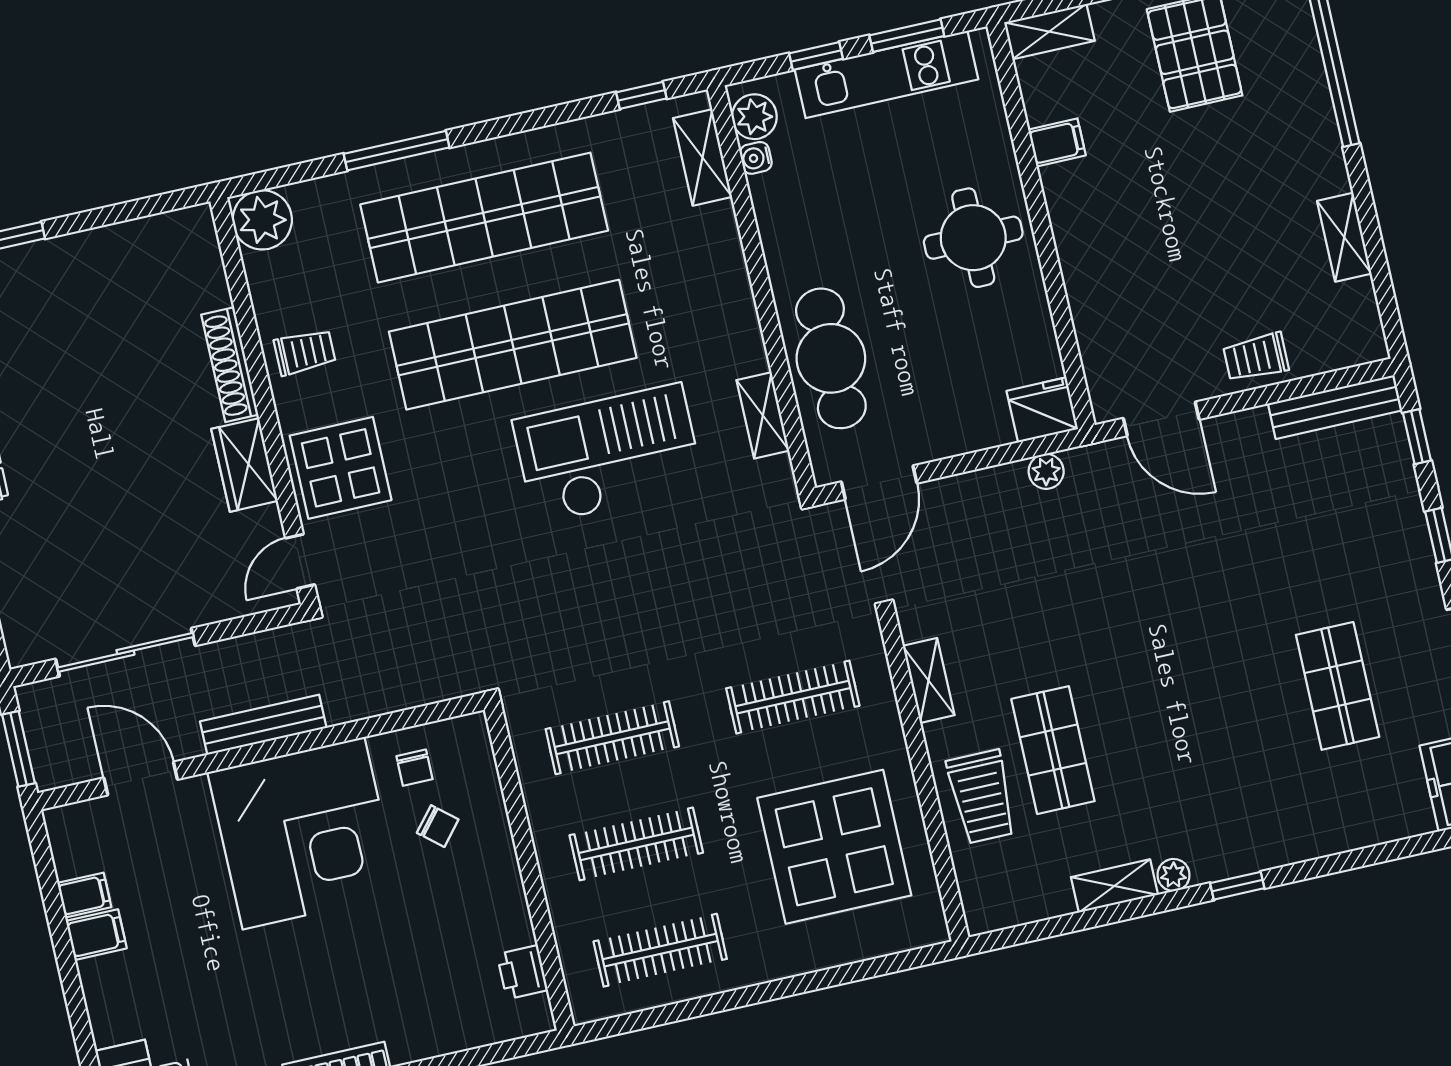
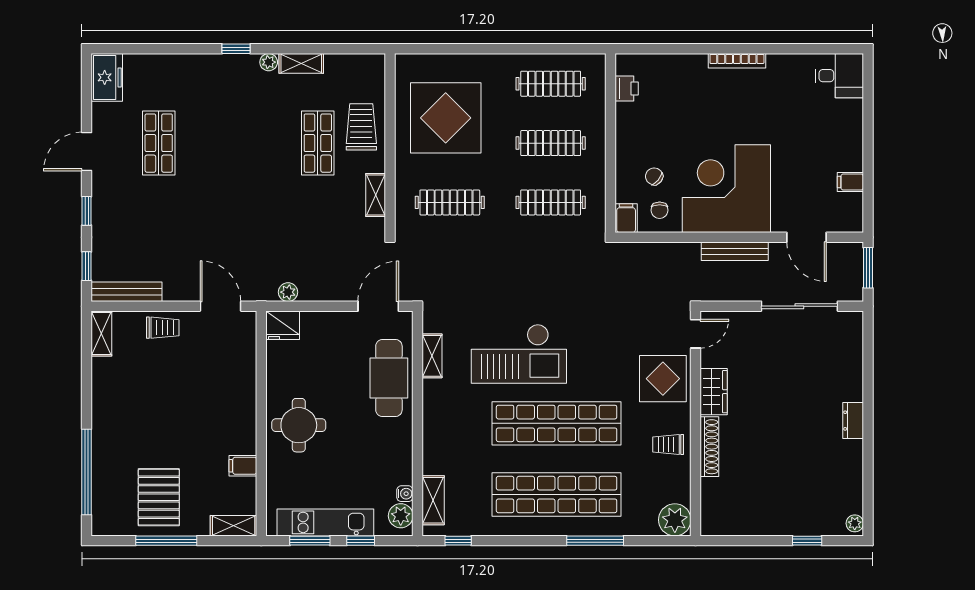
shelving: (1344, 237) -> (101, 333), moved
chair: (414, 768) -> (660, 210), turned 180
filing cabinet: (96, 935) -> (626, 218), moved, turned 90

